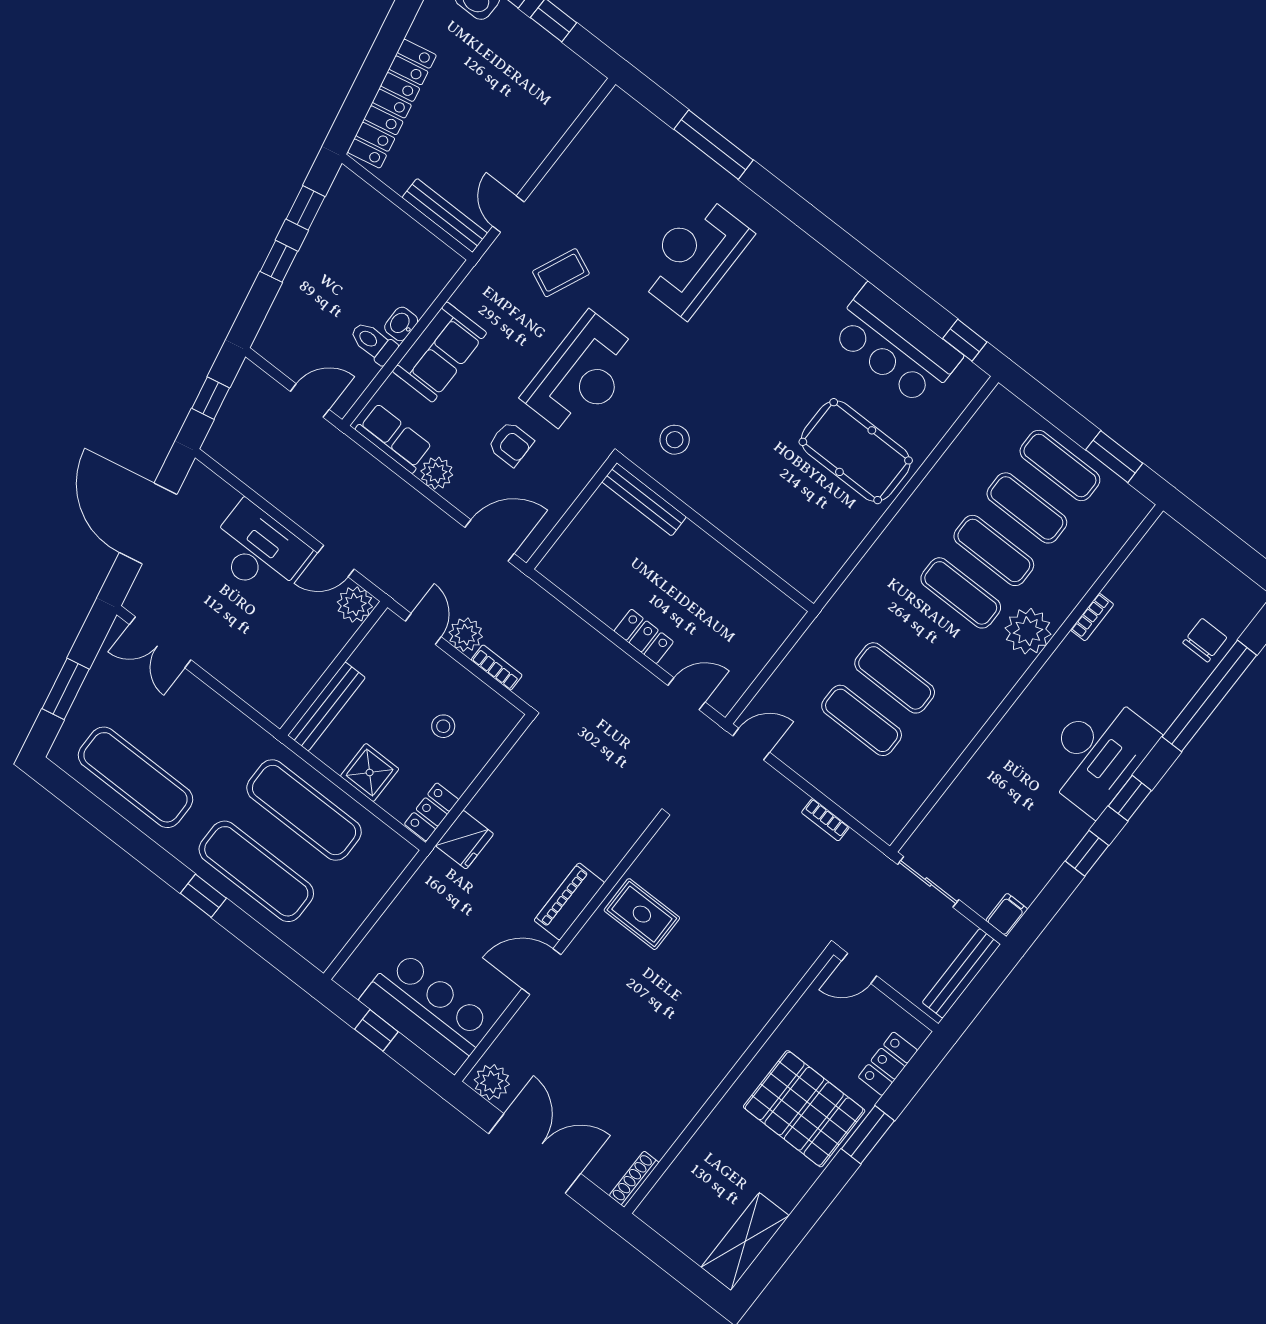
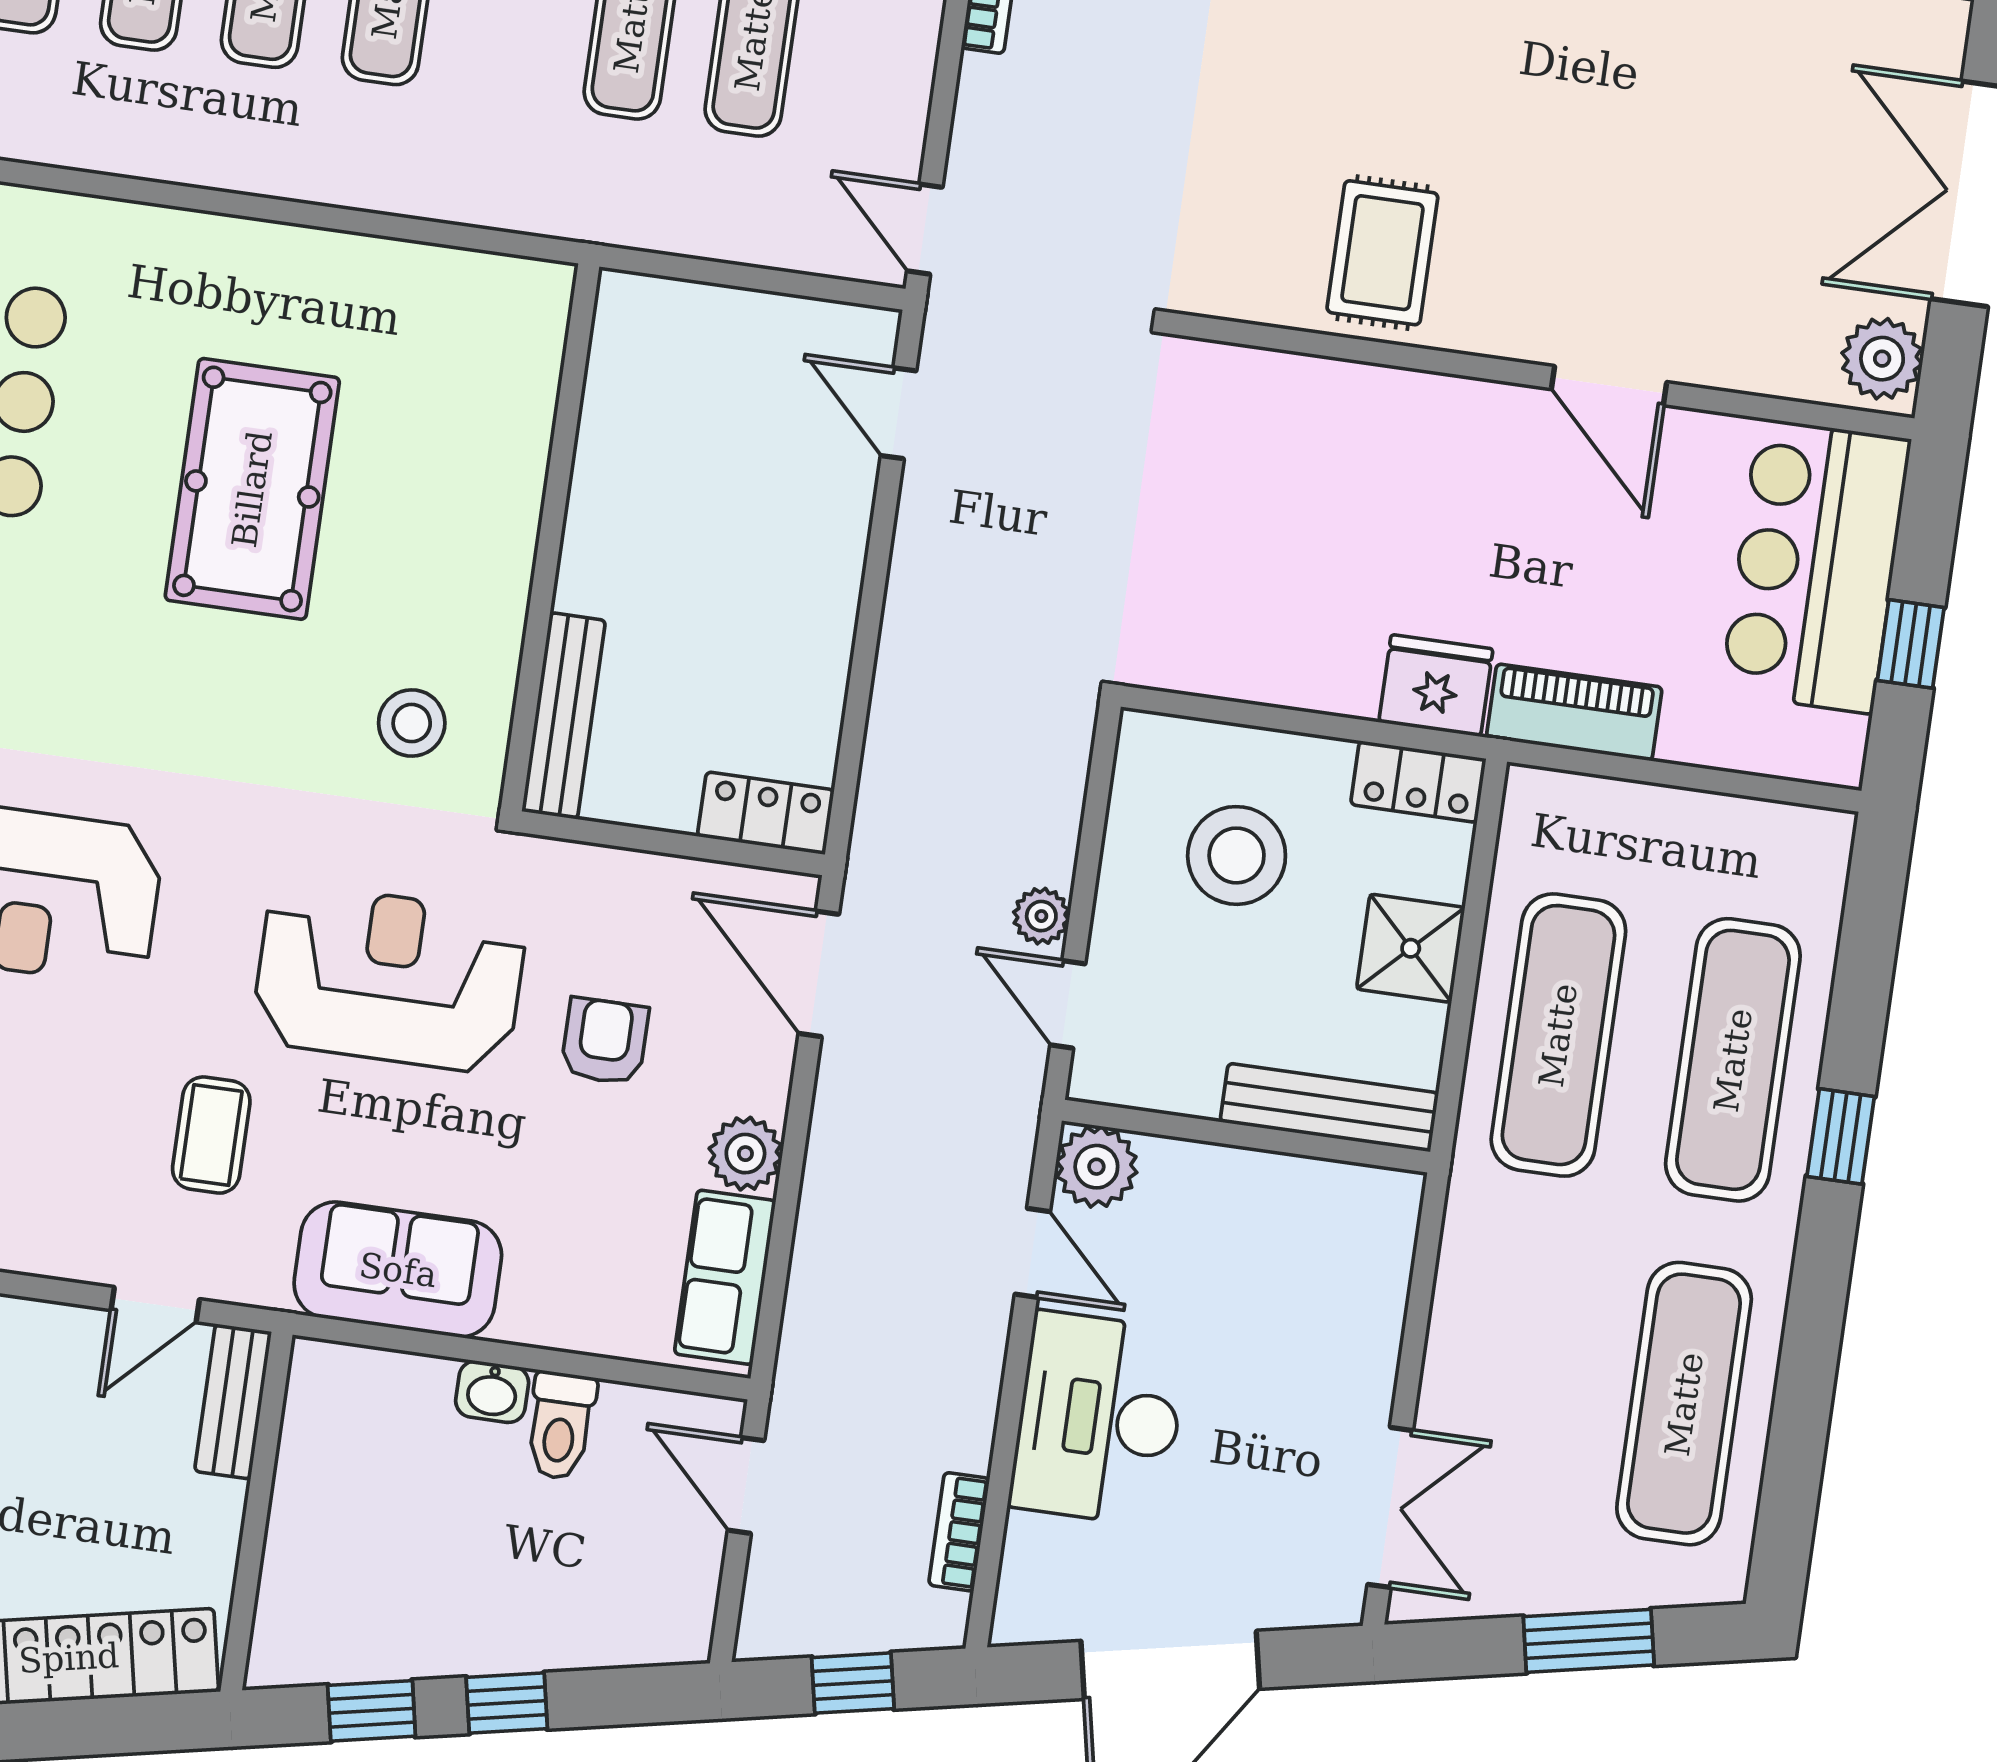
bench: (445, 215) -> (233, 1401), width x0.73
coffee table: (561, 273) -> (211, 1135), turned 66
sofa: (440, 352) -> (398, 1270), moved
pool table: (856, 451) -> (252, 489), moved
door: (423, 629) -> (1068, 1004), hinge flipped
plant: (466, 635) -> (1041, 916), width x0.73, depth x0.73
locker: (644, 636) -> (766, 813), moved, turned 90
bookcase: (497, 668) -> (959, 1532), moved
stool: (443, 726) -> (1237, 855), width x1.89, depth x1.89
piano: (569, 901) -> (1574, 712), moved, turned 180

